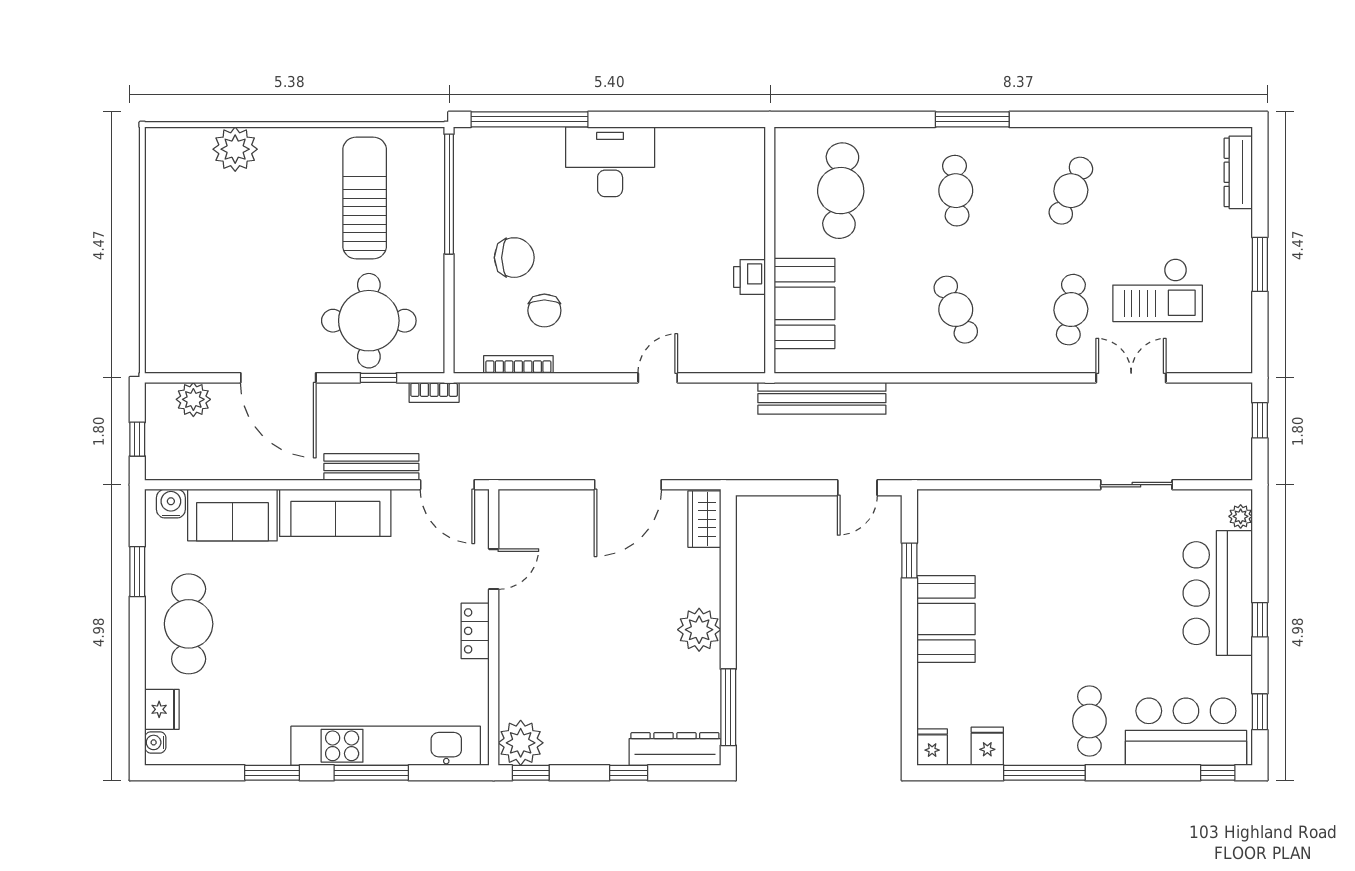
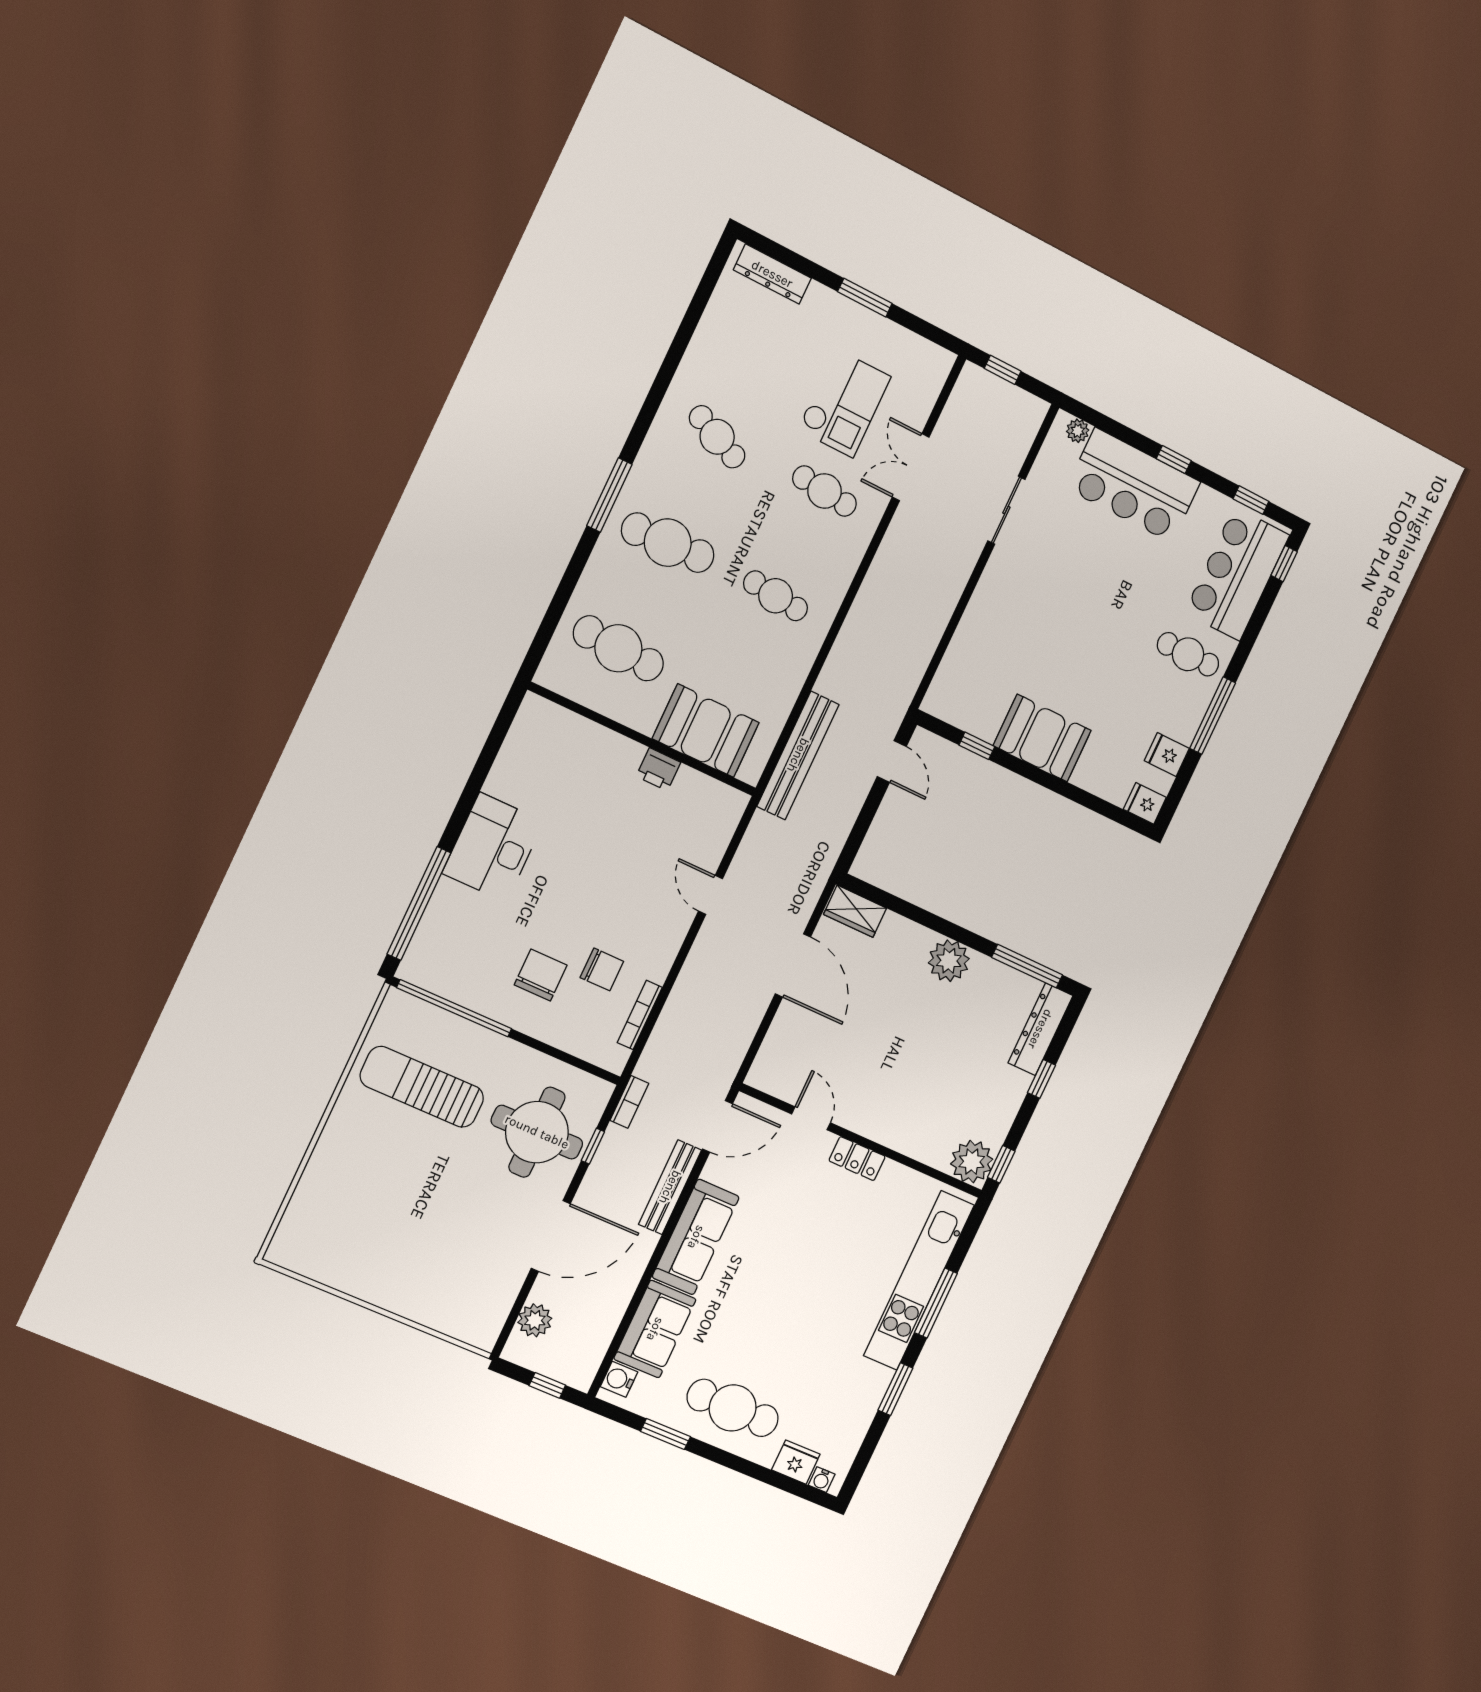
plant: (235, 149) -> (321, 1185), removed
cafe table: (956, 191) -> (668, 543), width x1.37, depth x1.35
cafe table: (956, 310) -> (776, 596), turned 30

